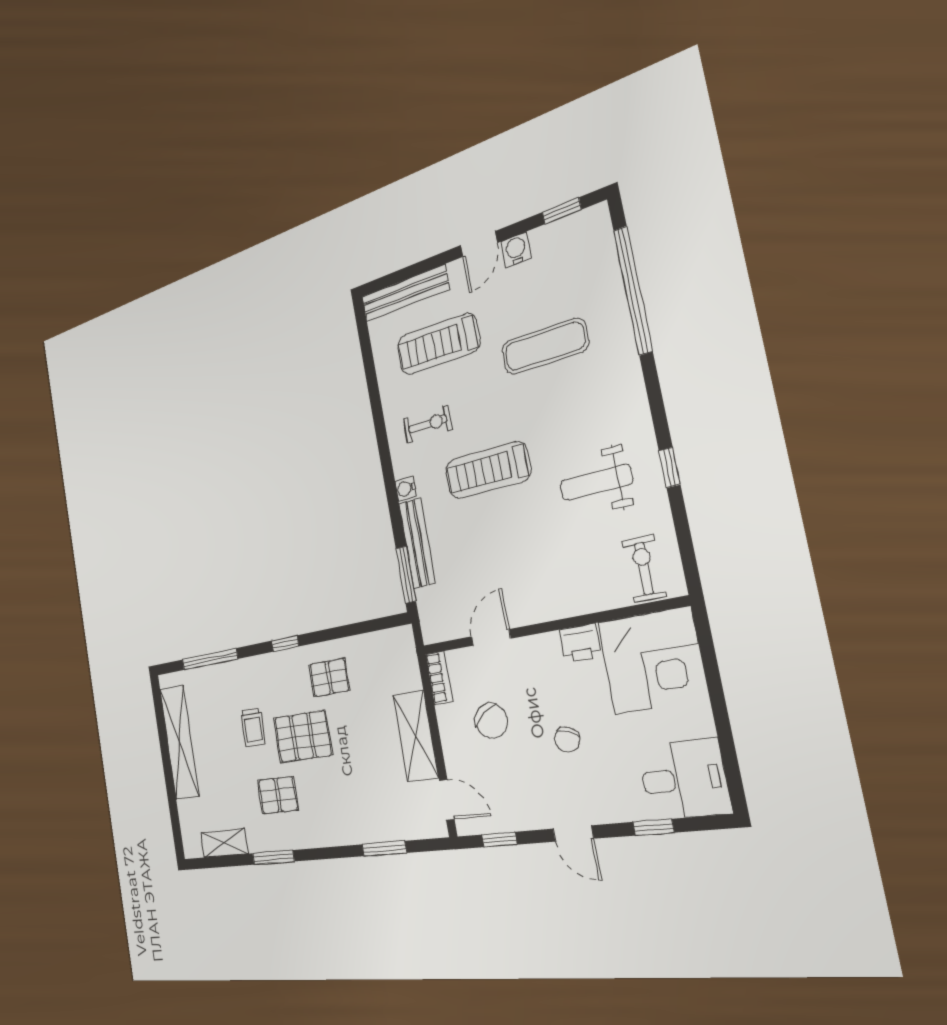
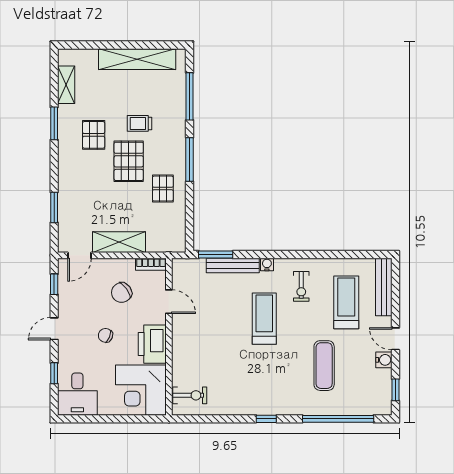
window: (670, 468) -> (266, 419), moved
weight bench: (596, 482) -> (242, 379), removed
printer: (580, 643) -> (152, 344), width x1.87, depth x1.48
window: (285, 644) -> (190, 160), width x2.17

